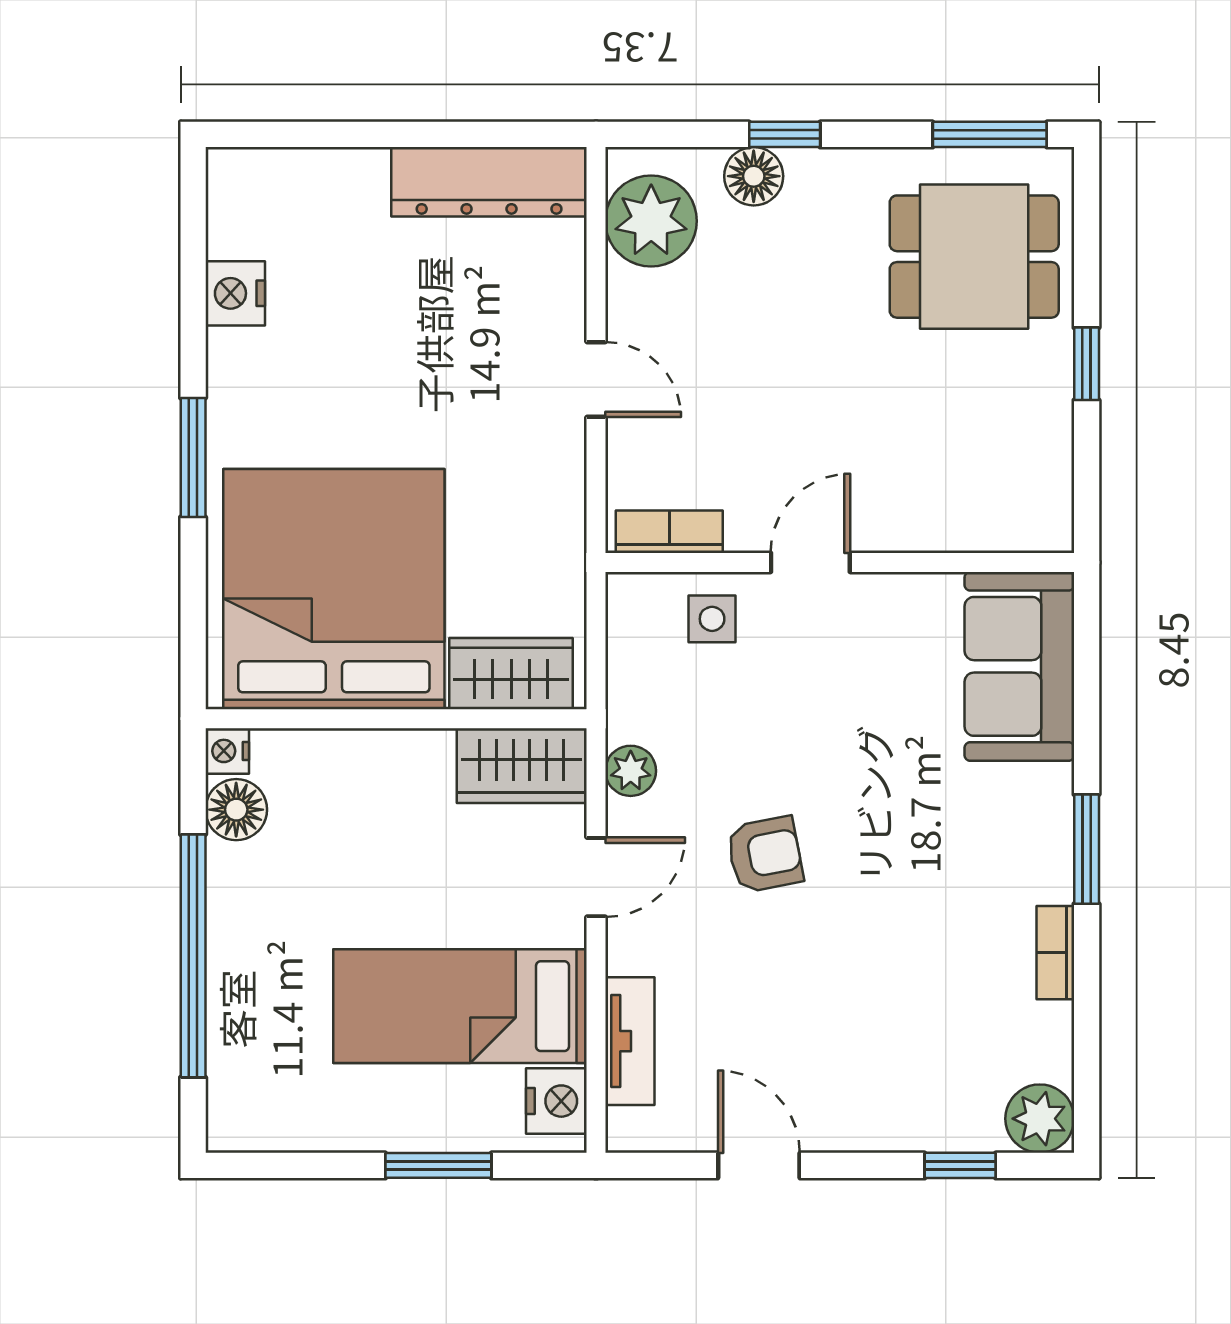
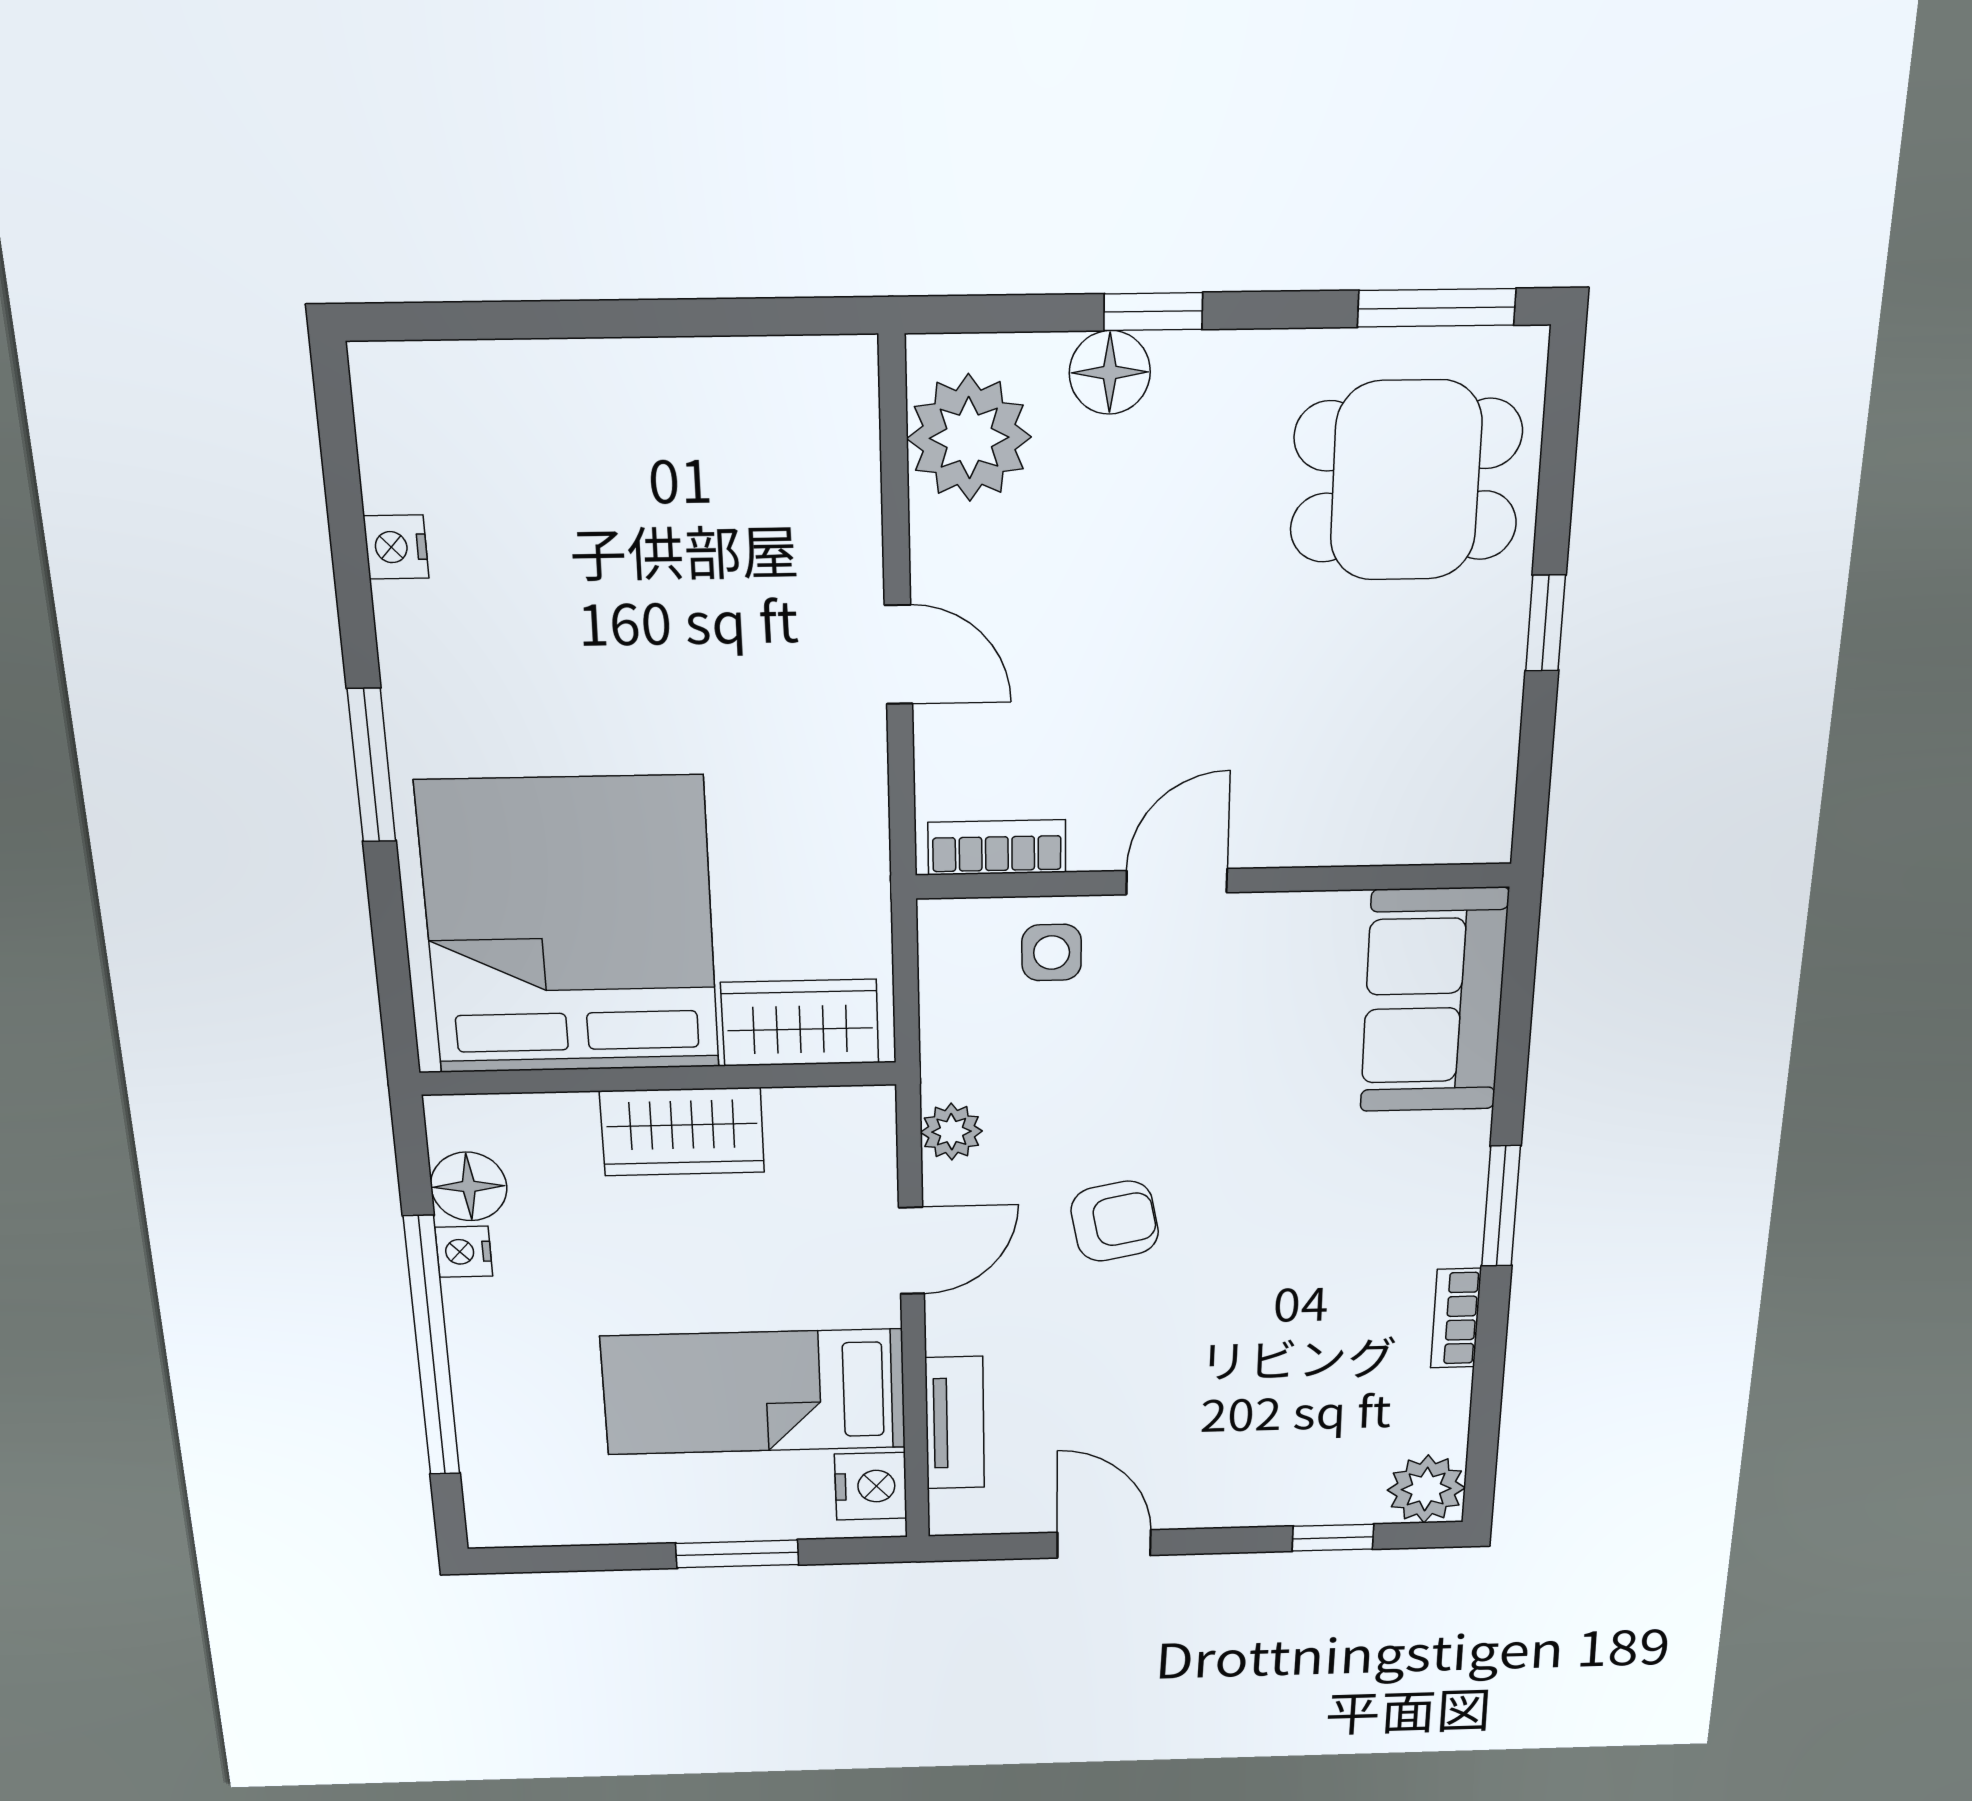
dresser: (489, 182) -> (745, 385), removed
nightstand: (235, 293) -> (396, 547), width x0.72, depth x0.74
nightstand: (227, 751) -> (464, 1252), moved
wardrobe: (521, 766) -> (682, 1132), moved

